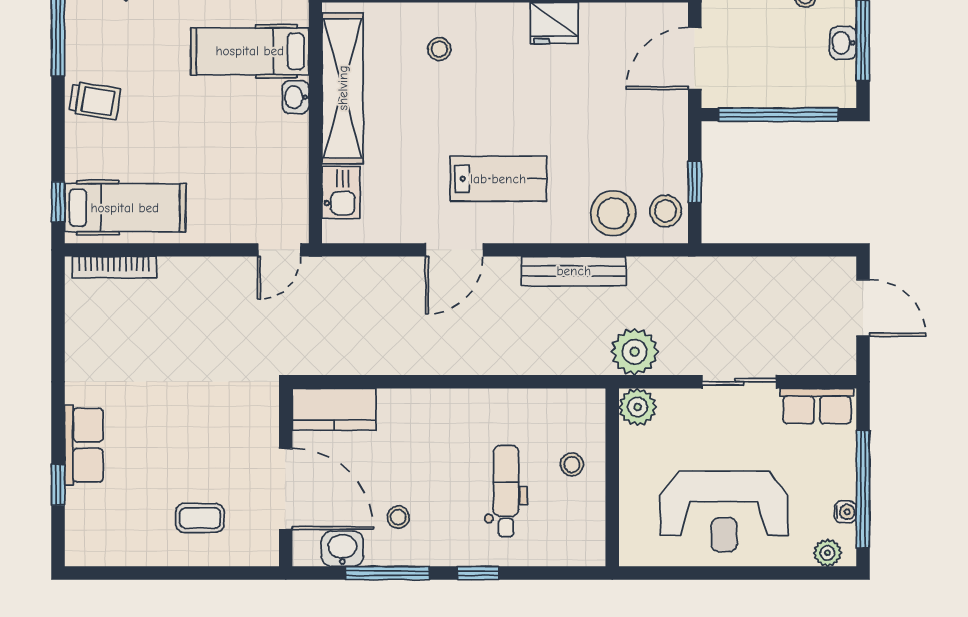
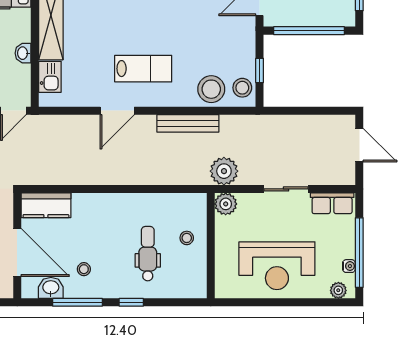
washbasin: (295, 97) -> (23, 53), moved

